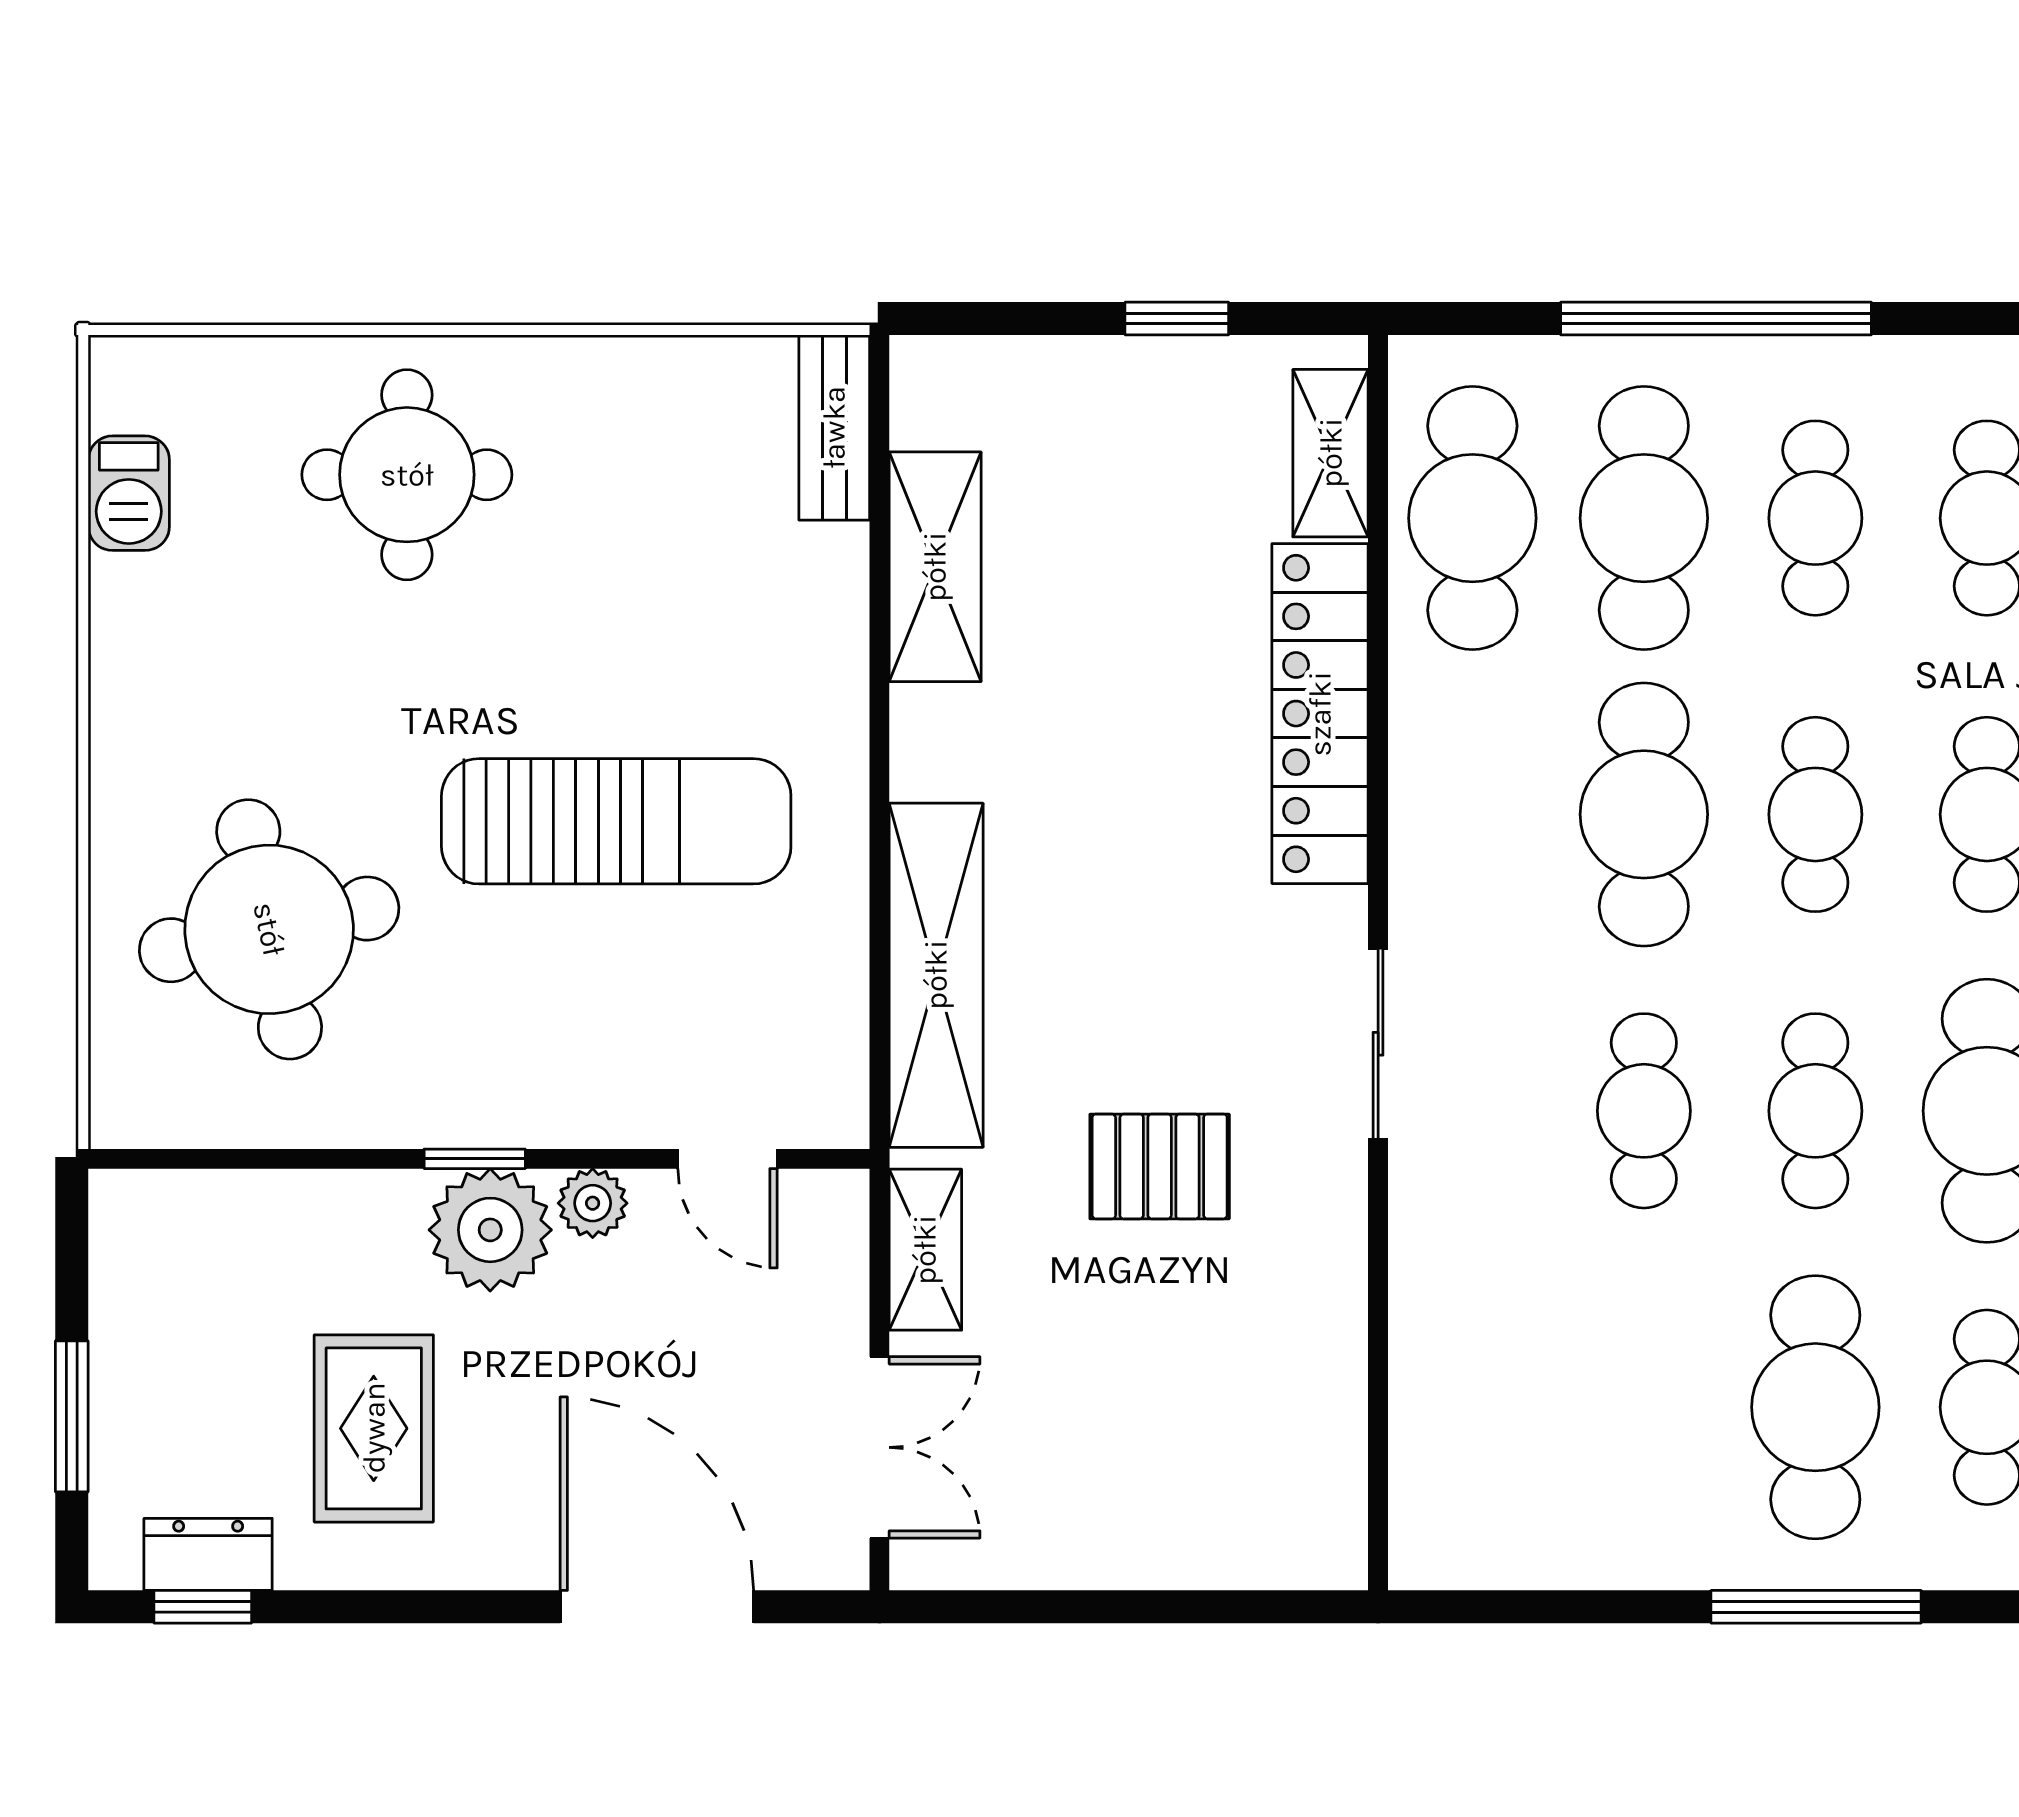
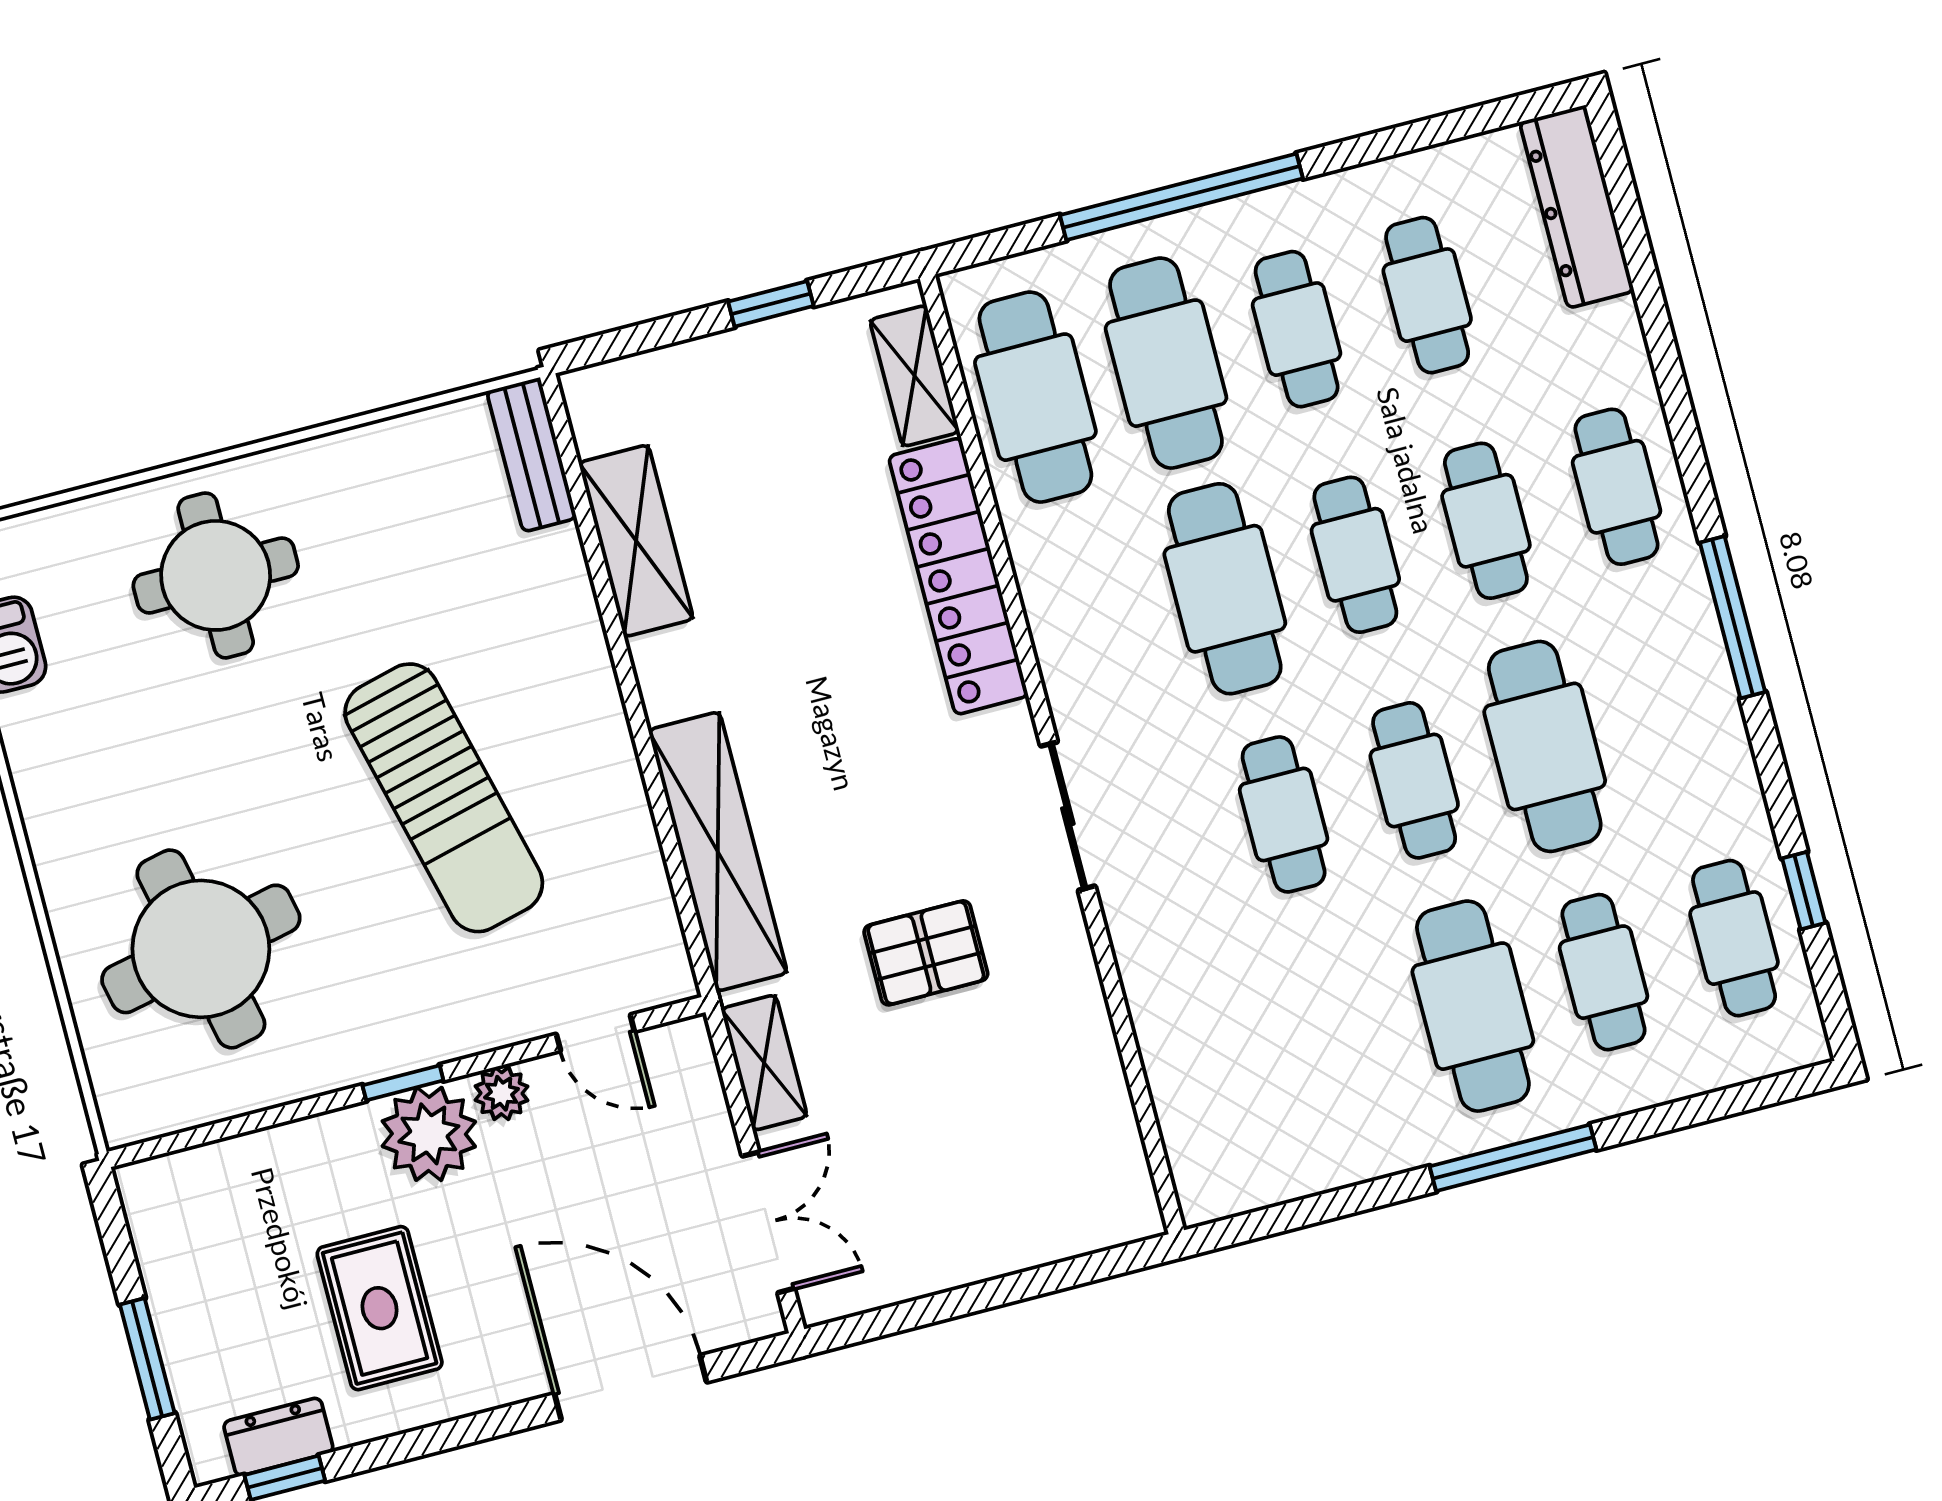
sun lounger: (616, 821) -> (444, 798), turned 76

